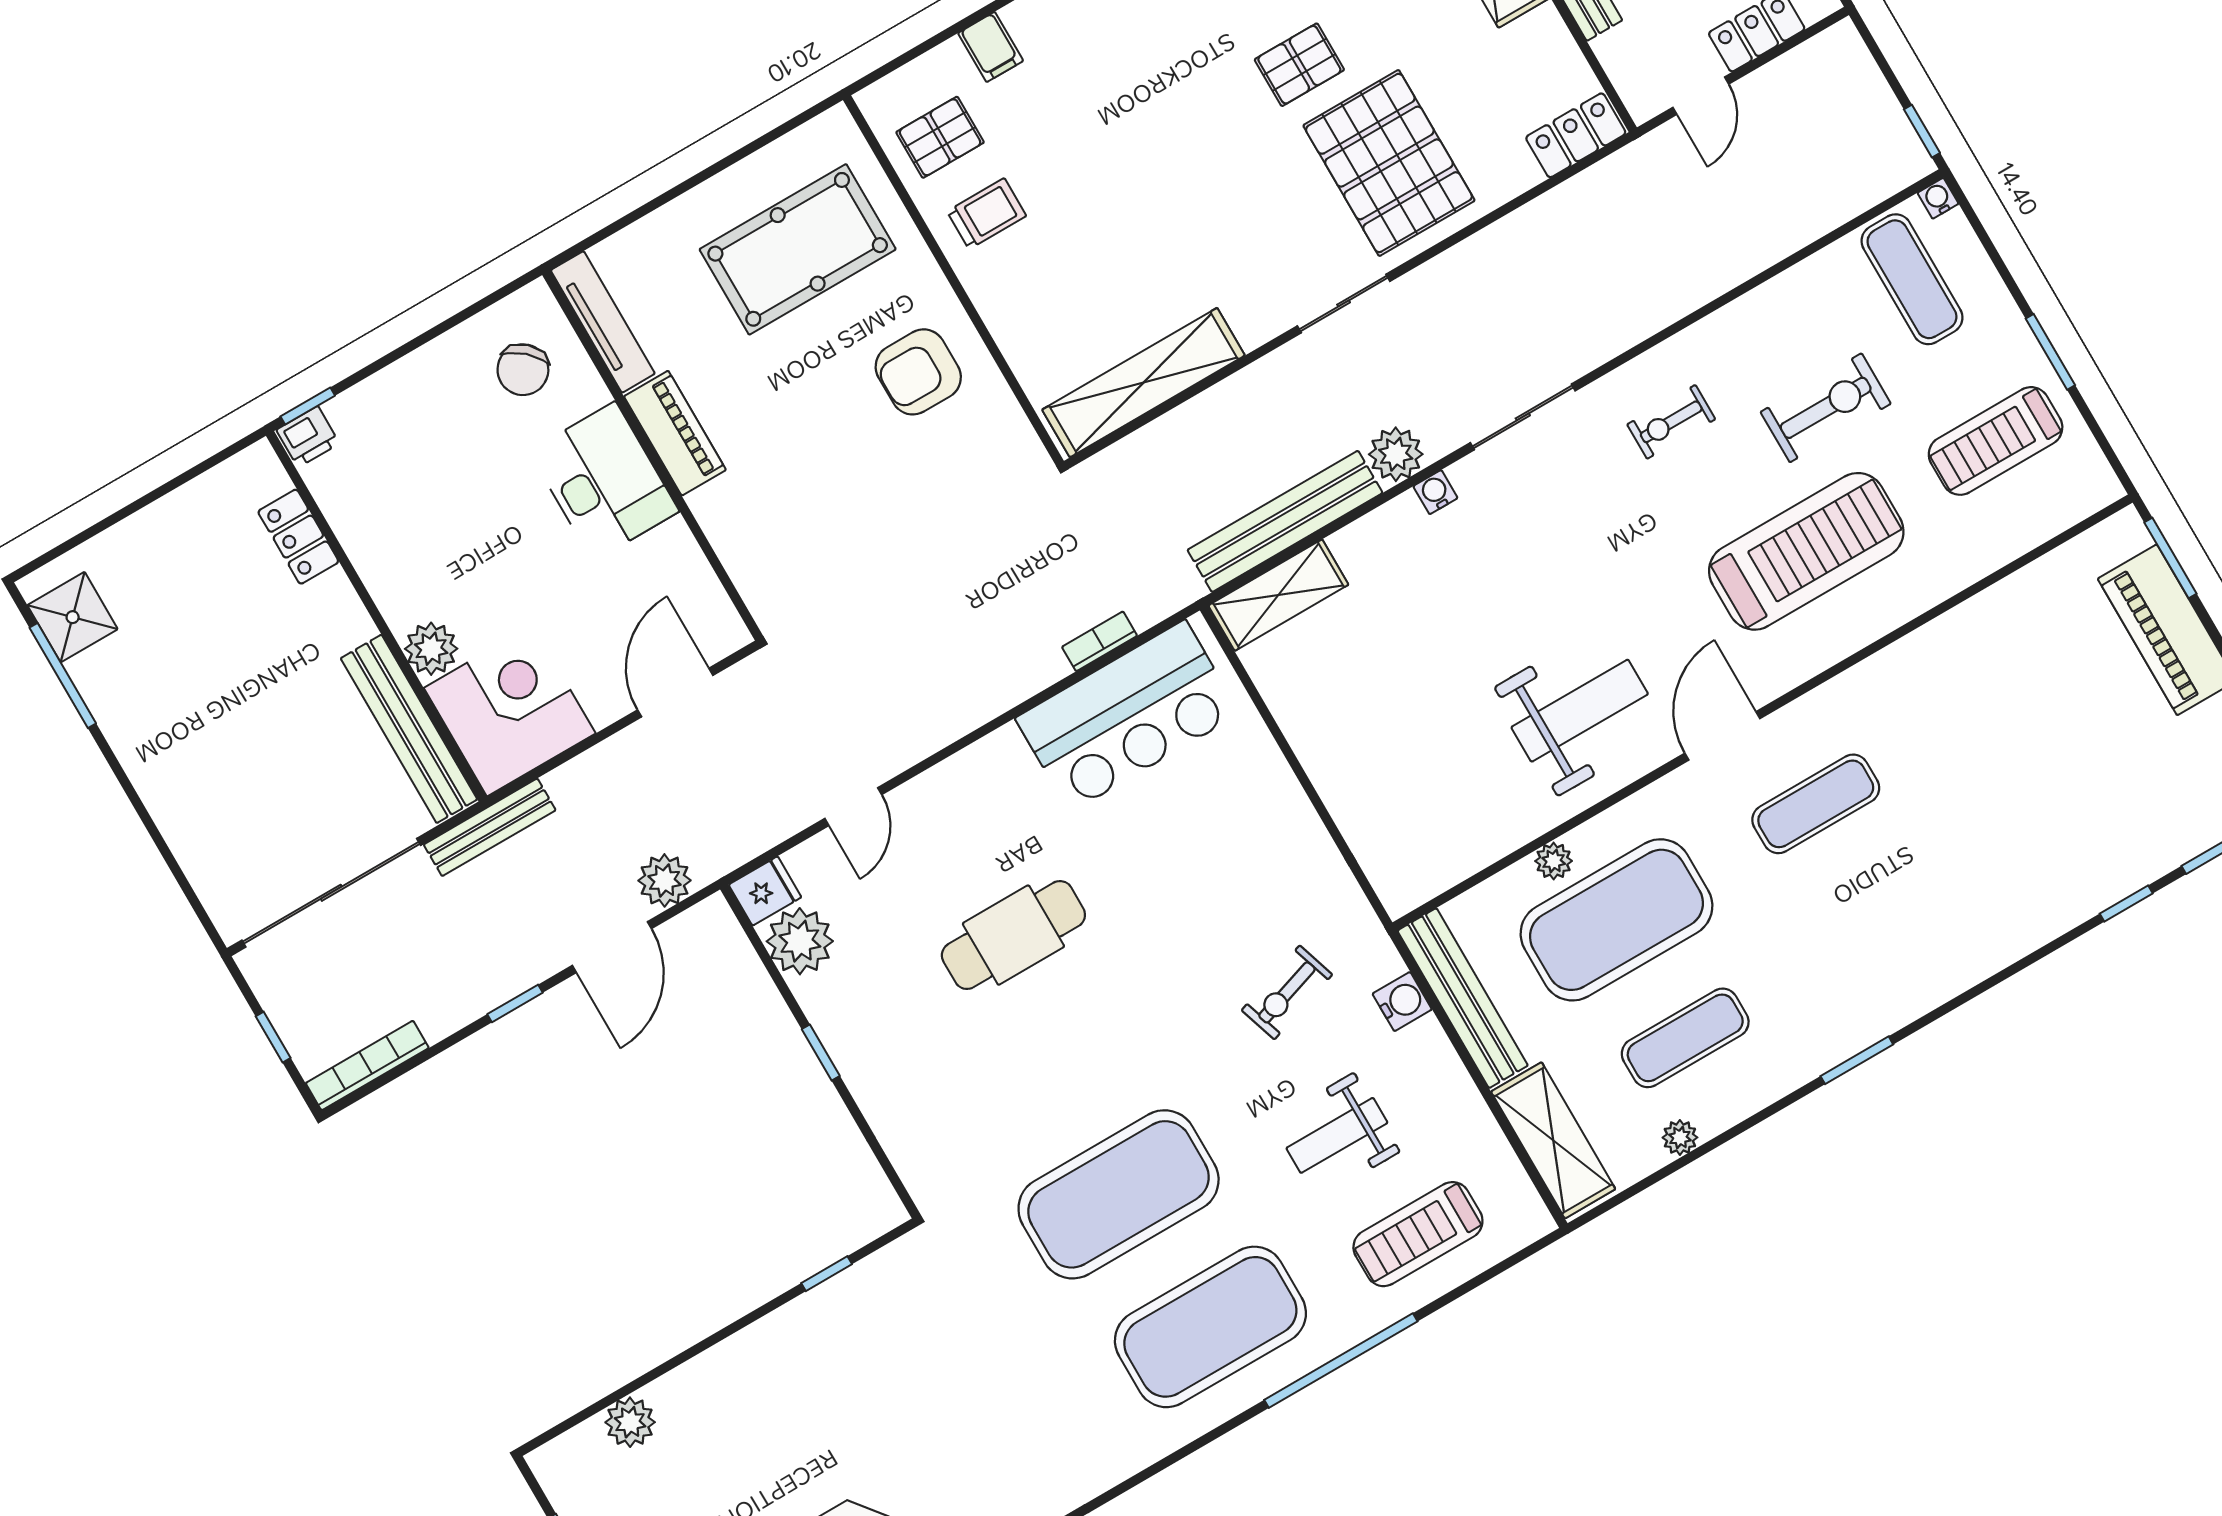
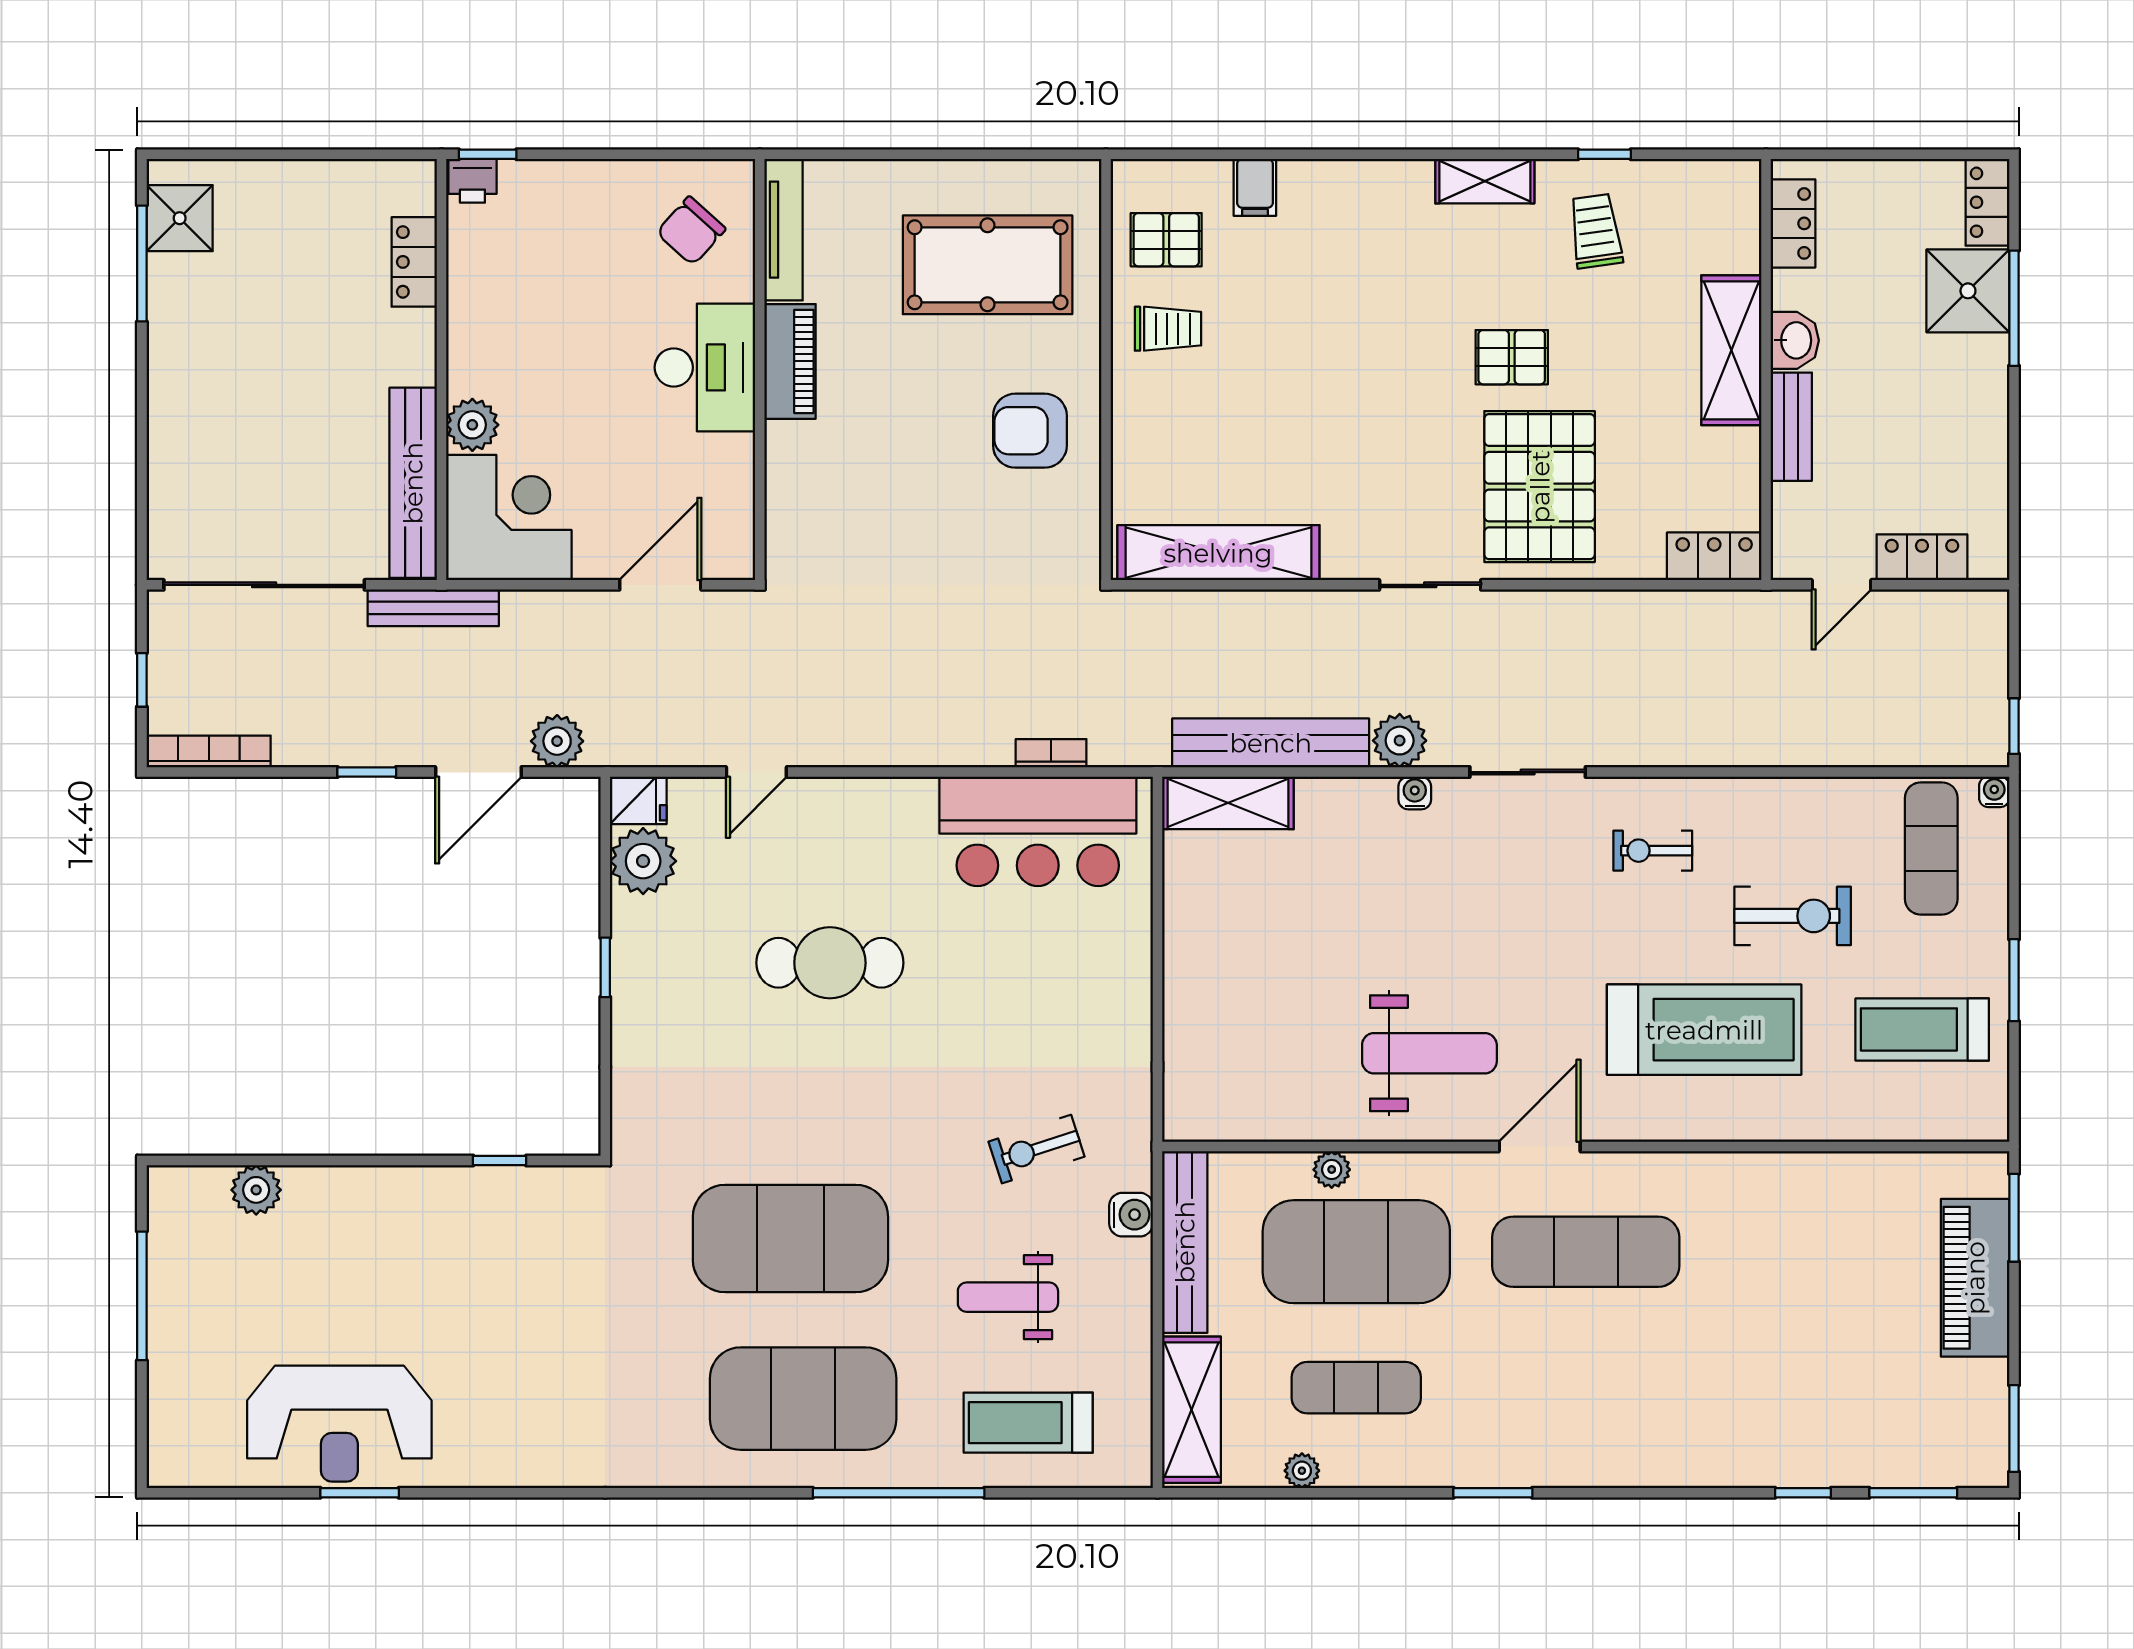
exercise mat: (1816, 804) -> (1586, 1252), width x1.36, depth x1.45

